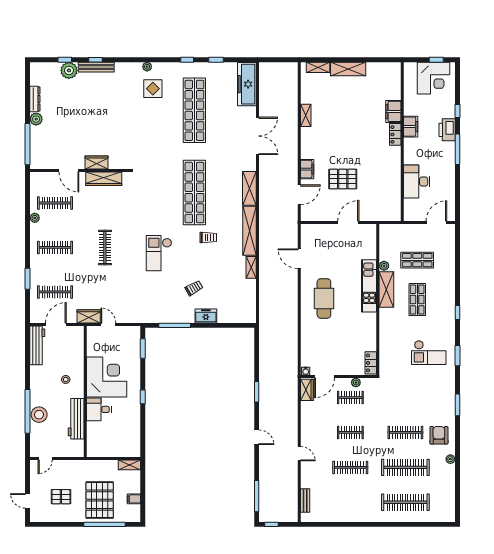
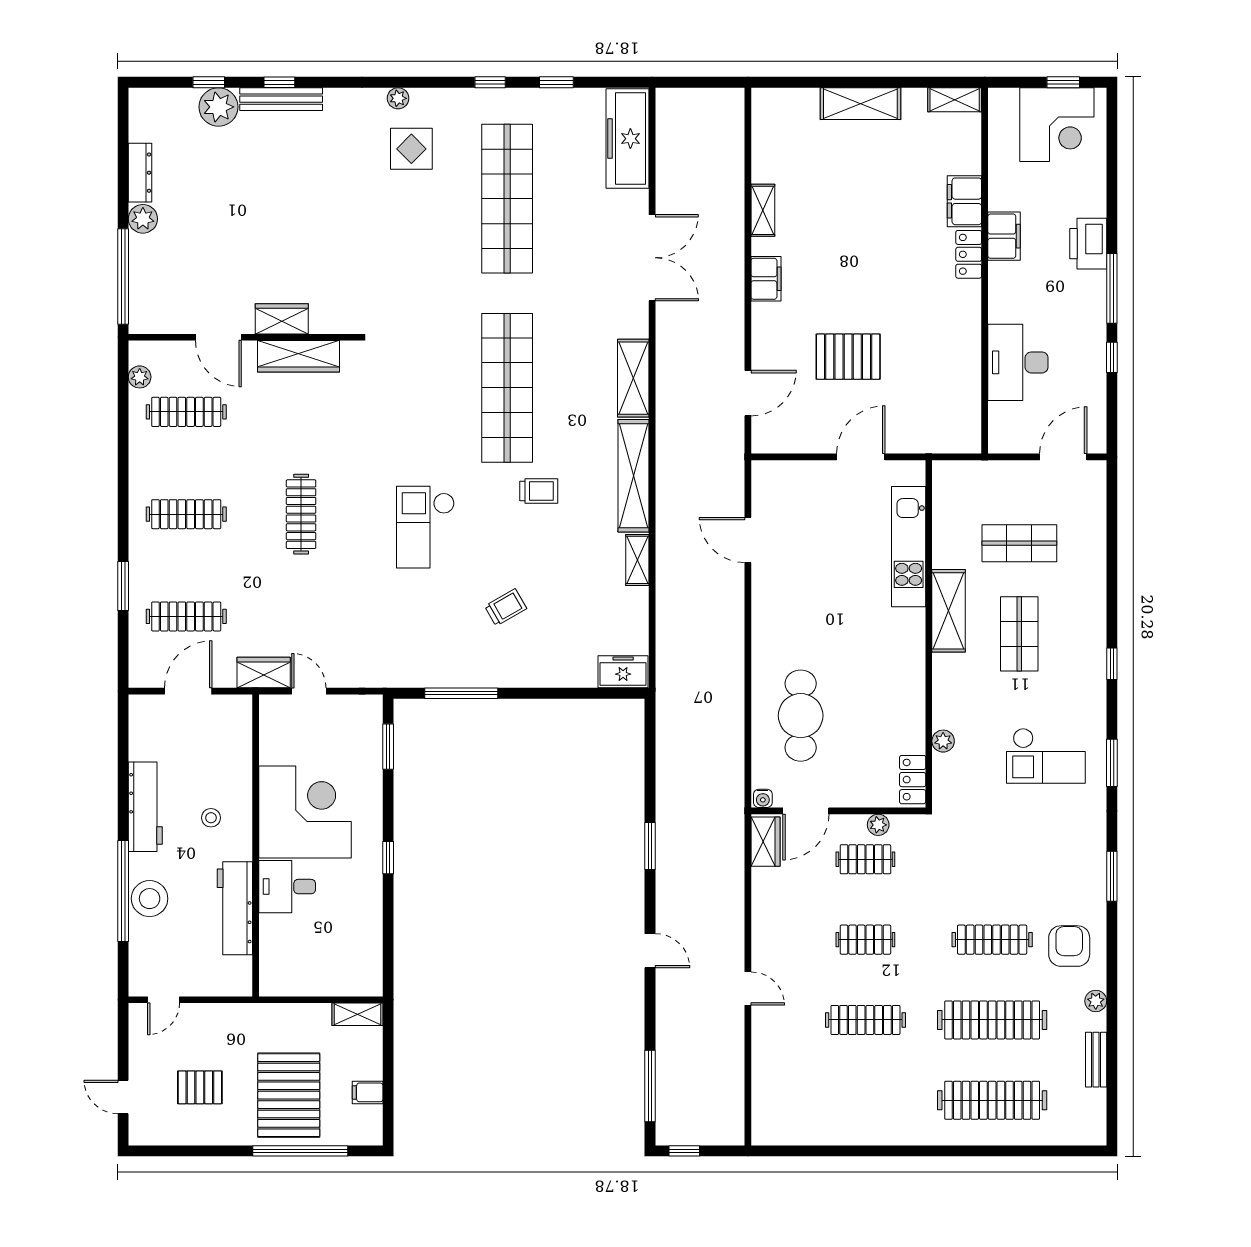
shelving: (318, 67) -> (955, 100), moved
window: (457, 111) -> (1112, 357), moved
filing cabinet: (307, 169) -> (766, 279), moved
plant: (35, 218) -> (140, 377), moved
plant: (384, 266) -> (943, 741), moved
kitchen unit: (369, 286) -> (909, 547), moved
cafe table: (324, 298) -> (801, 716), moved
freezer: (206, 316) -> (623, 672), moved
workbench: (37, 345) -> (145, 807), moved
bench: (305, 500) -> (1096, 1060), moved

